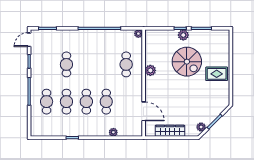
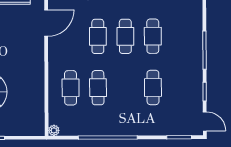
door: (29, 40) -> (205, 121), hinge flipped
plant: (150, 70) -> (37, 80), removed
cafe table: (47, 102) -> (98, 88), moved
door: (144, 111) -> (46, 23), swing flipped

